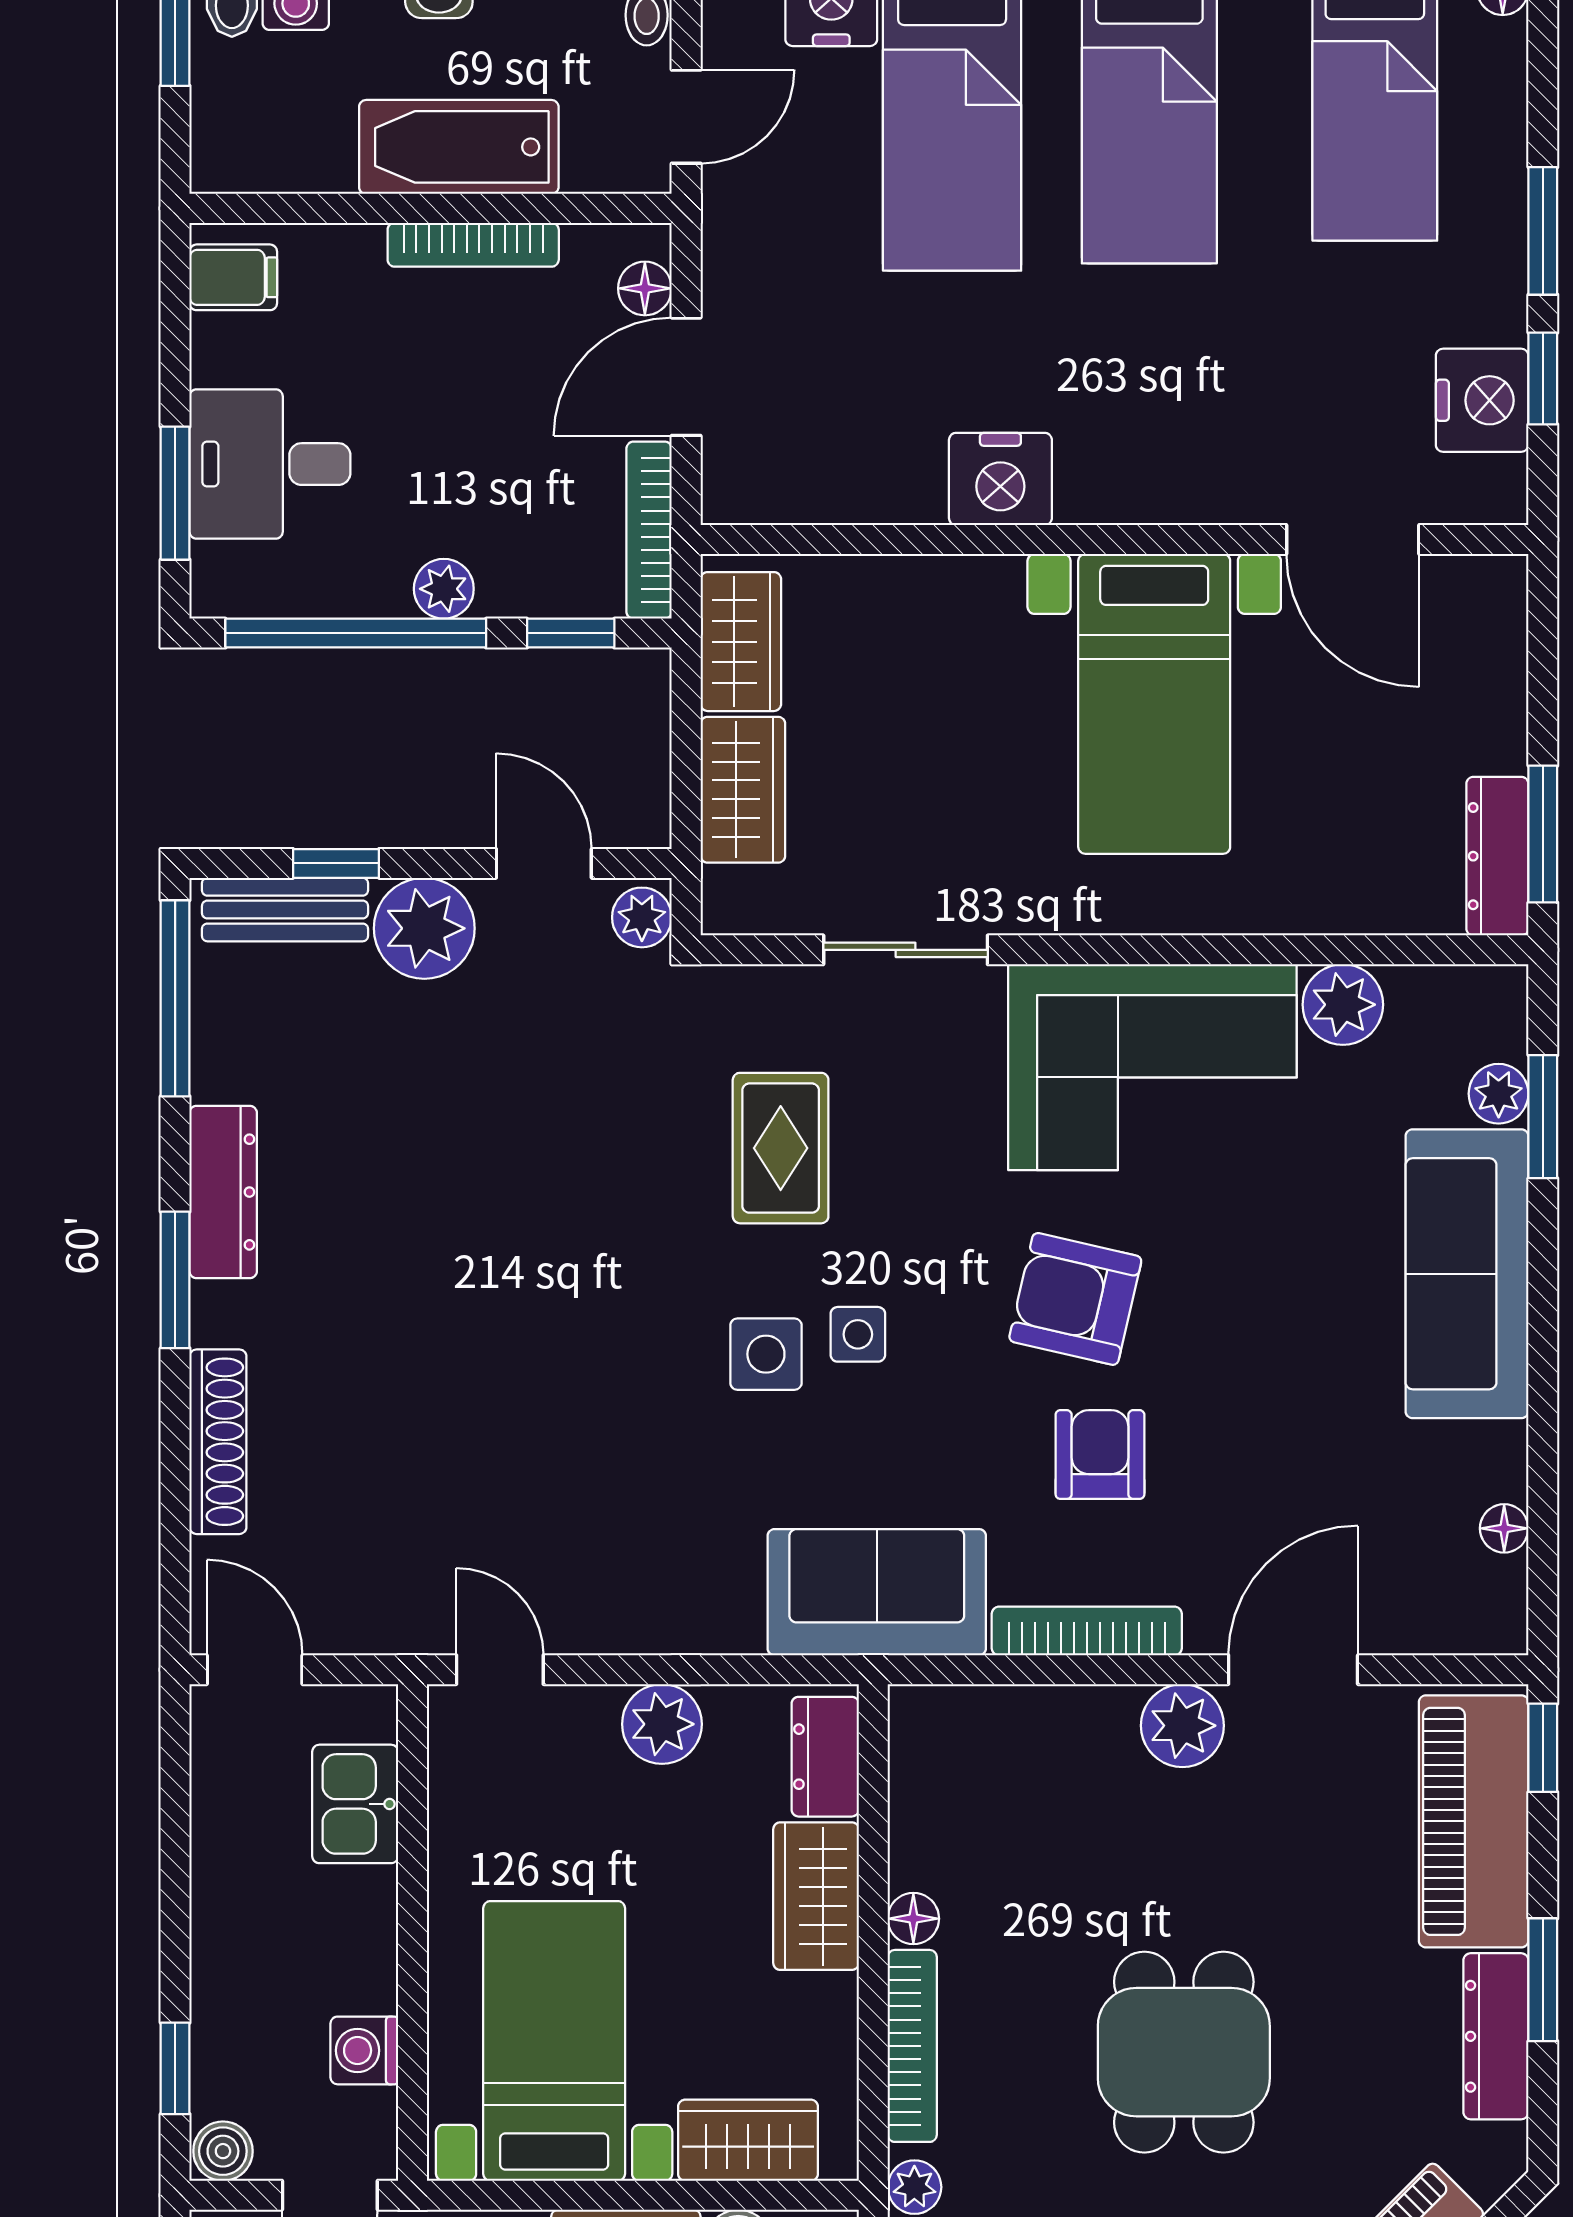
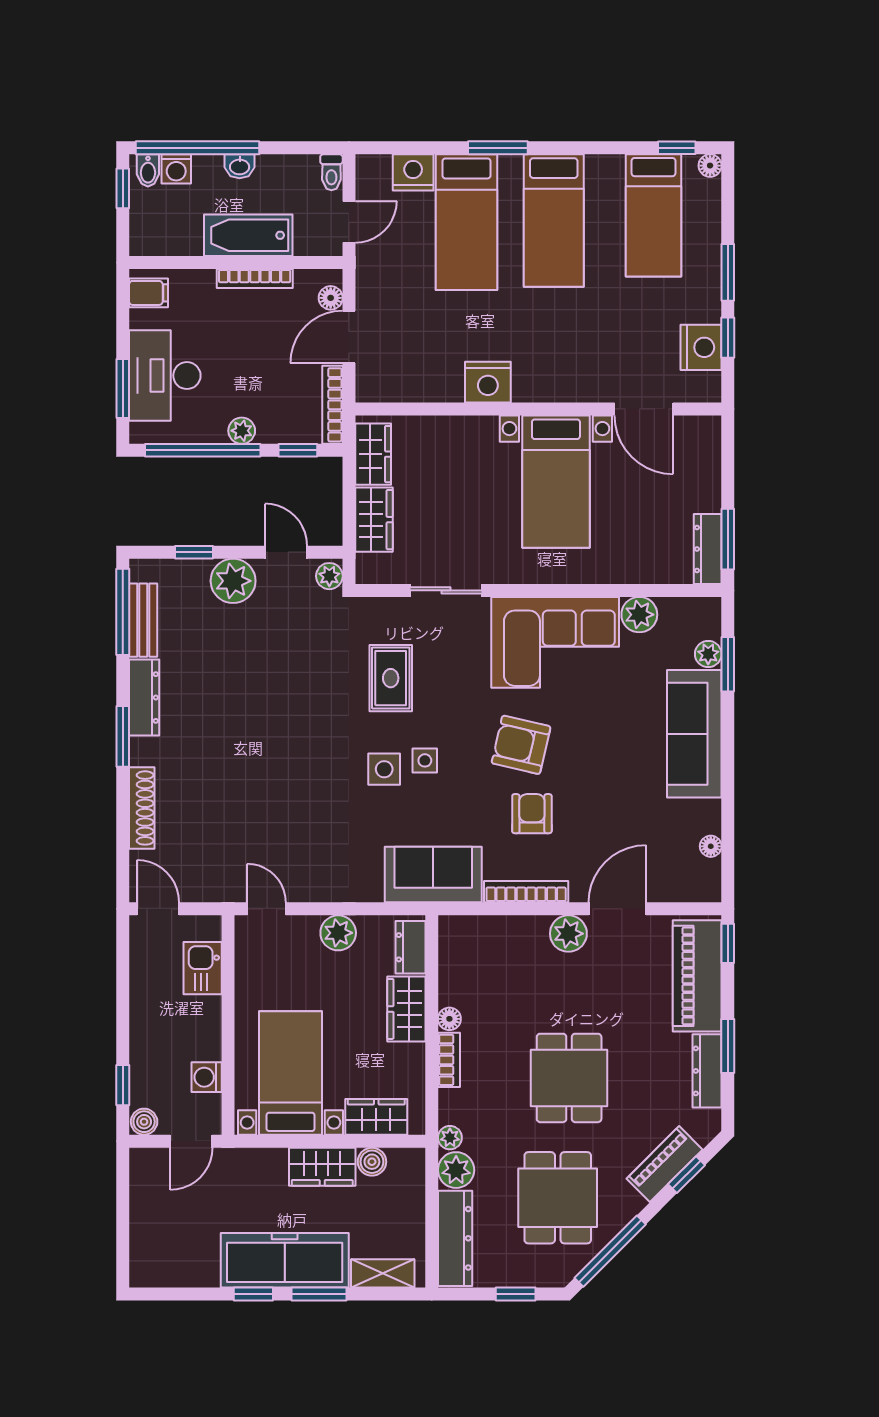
desk: (270, 464) -> (165, 376), width x1.37
bench: (285, 910) -> (143, 620), moved, turned 90
bookcase: (912, 2046) -> (449, 1060), width x0.64

